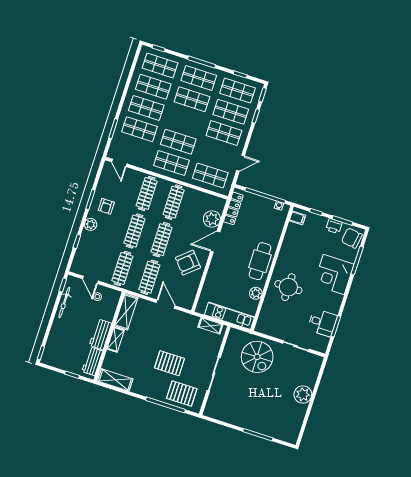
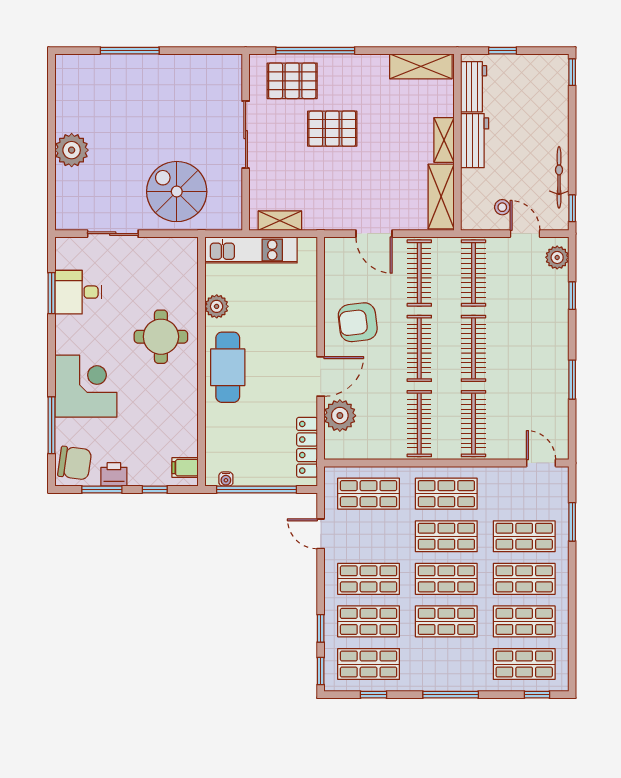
shop shelf: (199, 78) -> (446, 579), moved
door: (241, 163) -> (321, 534), hinge flipped
armchair: (106, 206) -> (539, 377), removed
plant: (91, 224) -> (557, 257), moved
armchair: (188, 263) -> (358, 322), turned -146

